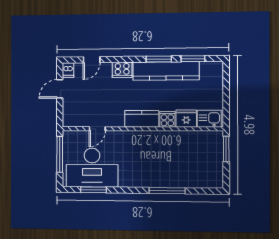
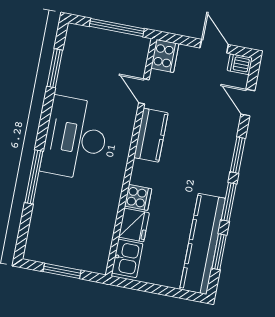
window: (127, 59) -> (238, 155), added
cooker: (122, 70) -> (165, 56), moved, turned 180
kitchen counter: (166, 71) -> (202, 244), moved
kitchen counter: (142, 119) -> (151, 135), moved
window: (226, 149) -> (62, 271), moved
desk: (92, 168) -> (75, 138), moved

